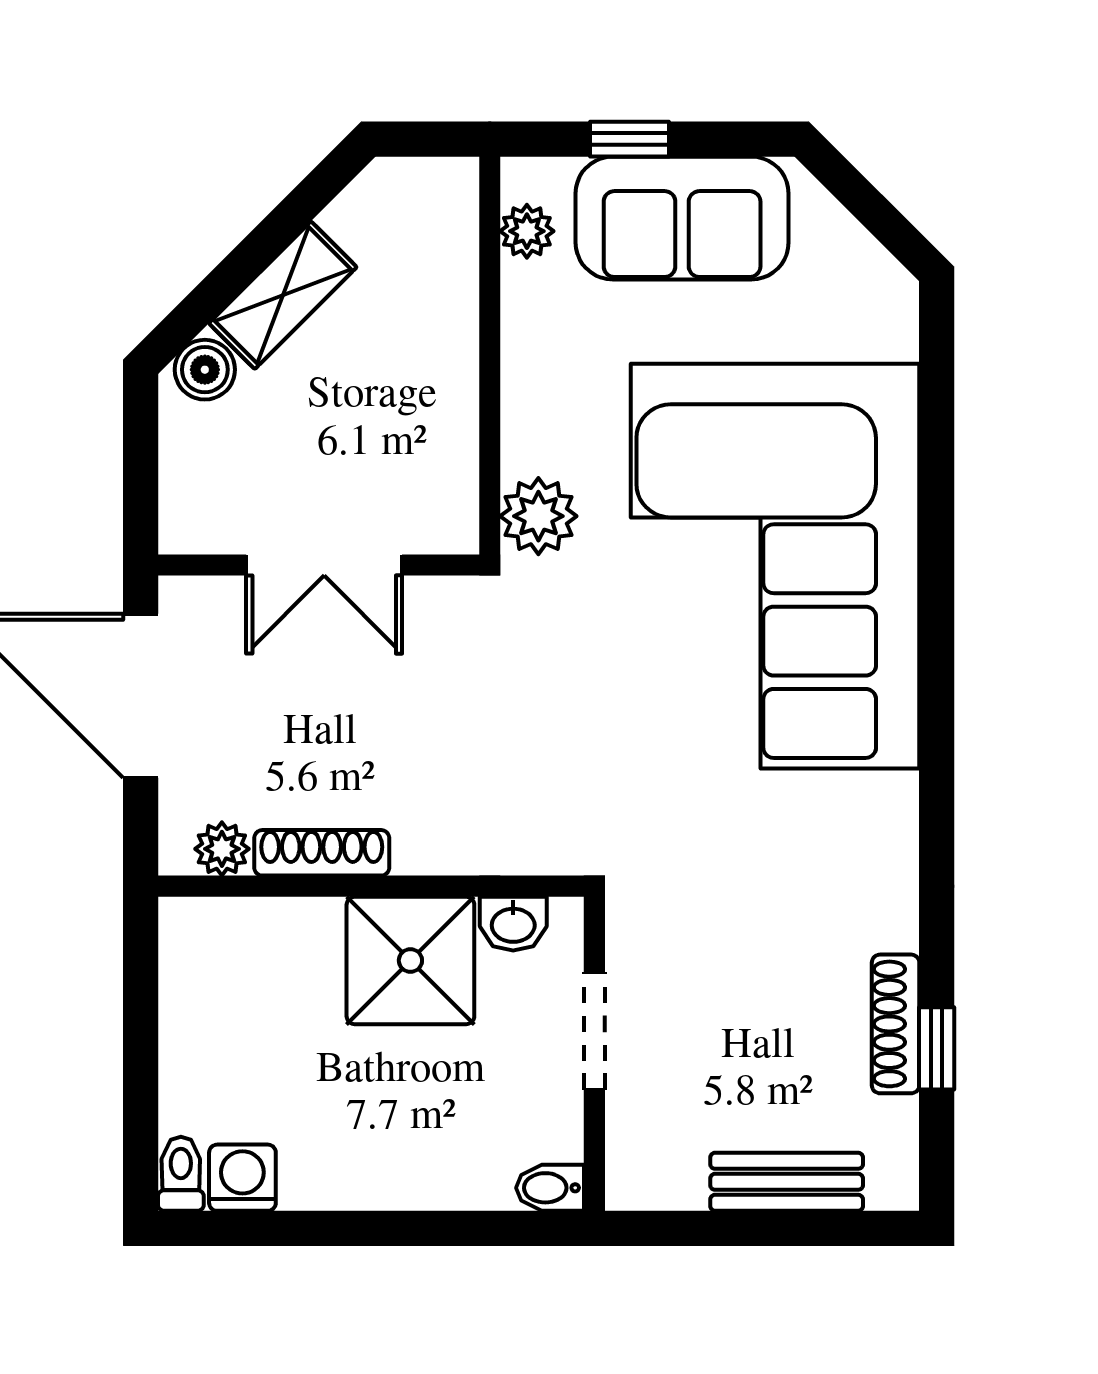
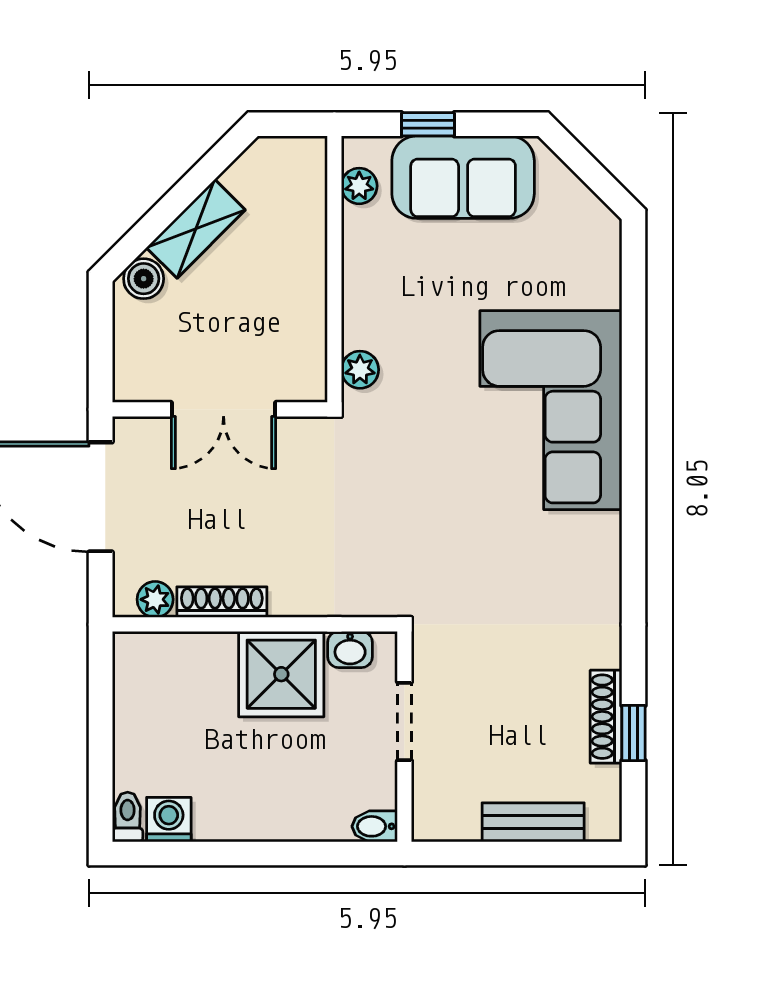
plant: (538, 516) -> (360, 370), width x0.73, depth x0.73
corner sofa: (775, 566) -> (551, 410), width x0.73, depth x0.74

